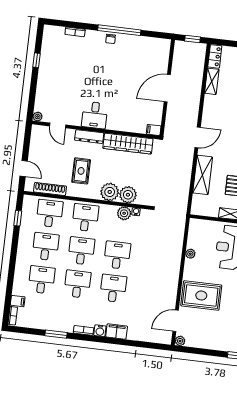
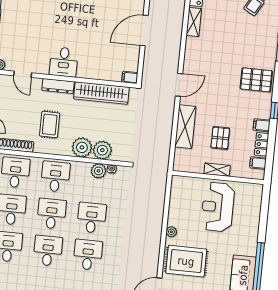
plant: (190, 254) -> (171, 232), moved

